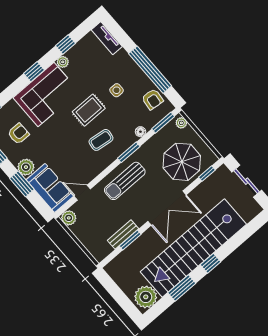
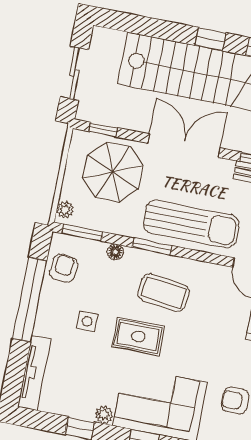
tv unit: (107, 38) -> (34, 373), width x1.41
coffee table: (101, 140) -> (164, 293), width x1.36, depth x1.30
sun lounger: (125, 181) -> (191, 224), width x1.36, depth x1.34

